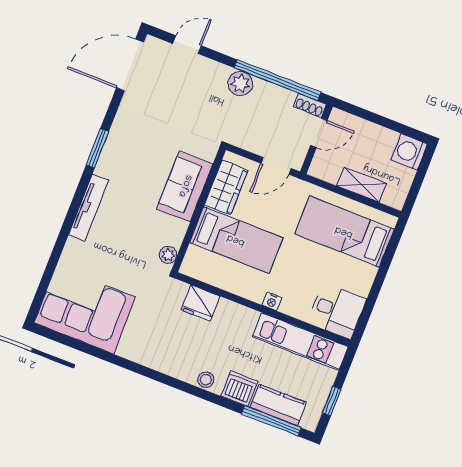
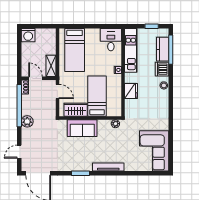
door: (187, 45) -> (19, 152), hinge flipped
shelving: (362, 185) -> (51, 66), moved
fridge: (200, 303) -> (131, 91), moved

